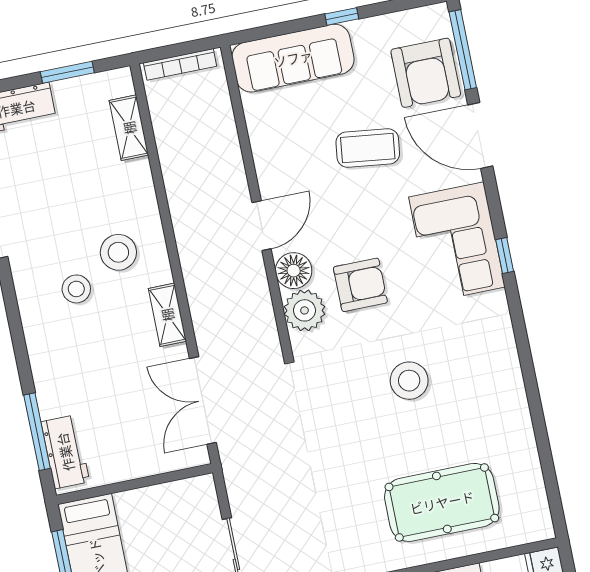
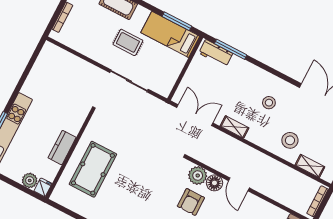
stool: (118, 252) -> (290, 140), moved
stool: (409, 381) -> (144, 192), removed

